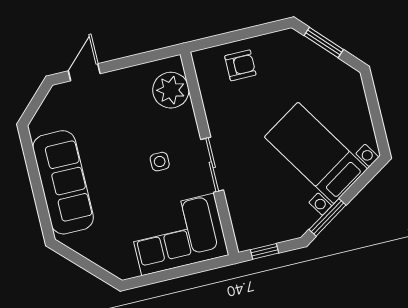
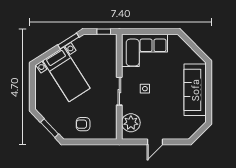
armchair: (240, 65) -> (83, 124), moved
door: (84, 72) -> (155, 142), moved
sliding door: (212, 165) -> (119, 91), moved

